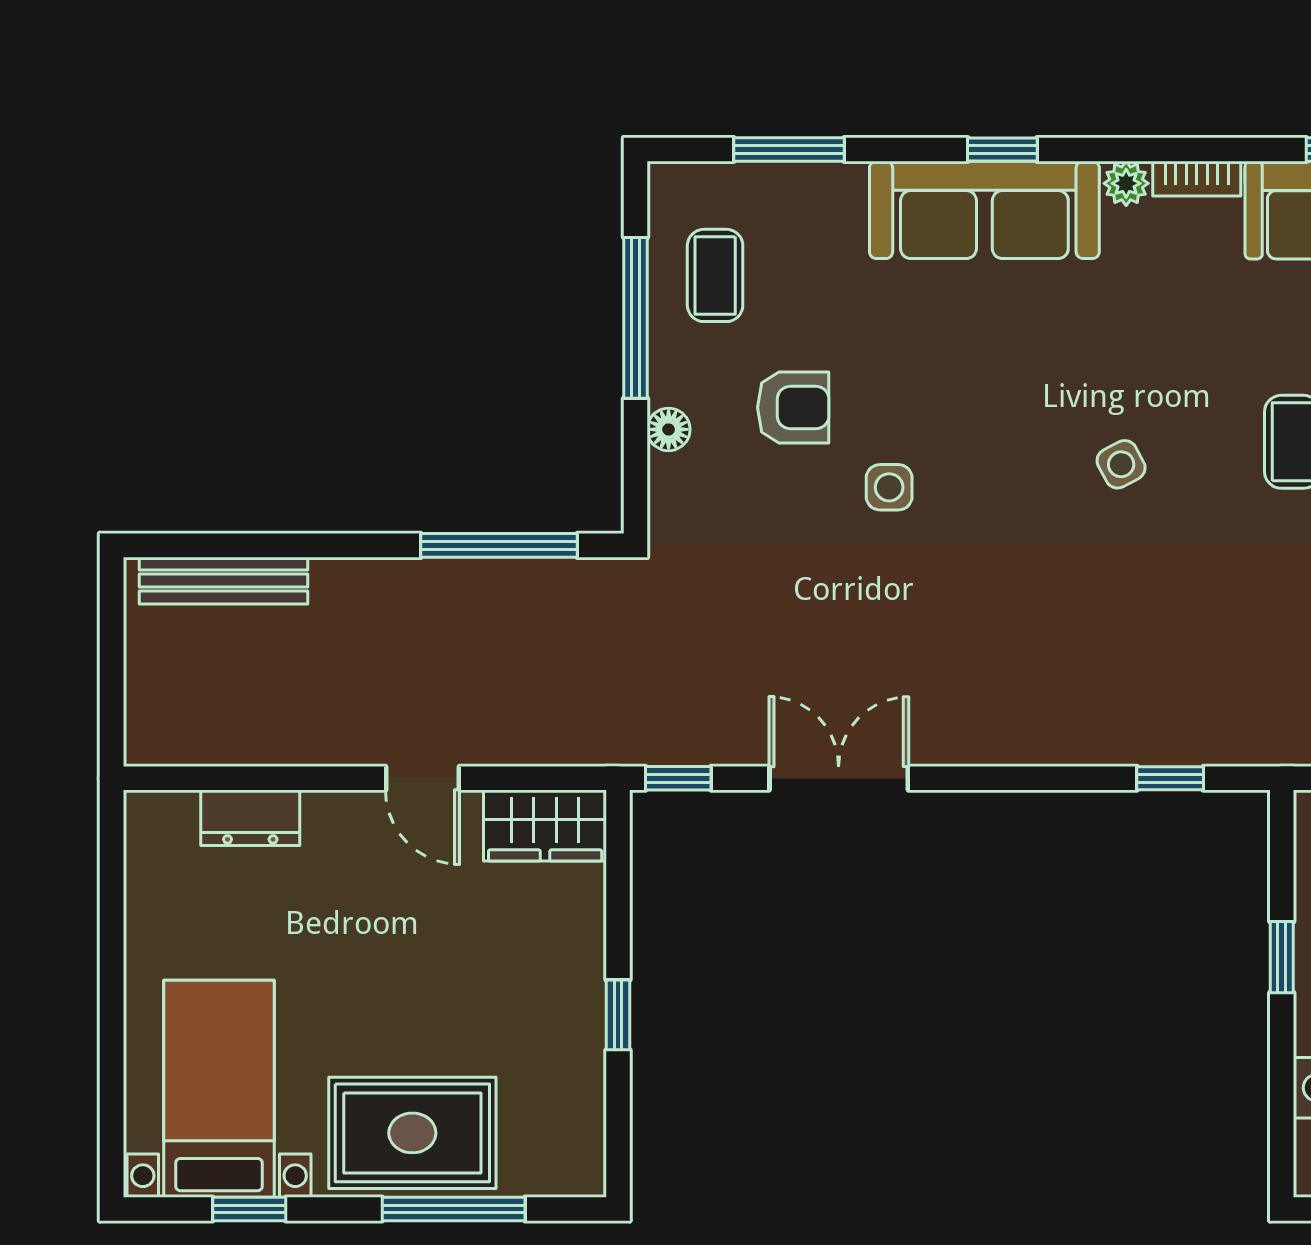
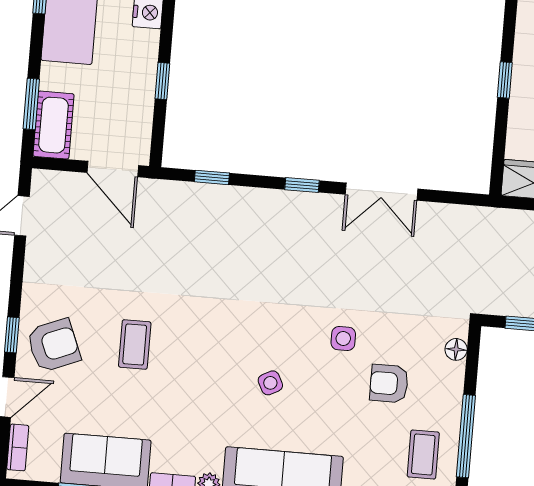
floor lamp: (669, 429) -> (456, 349), moved
side table: (1121, 464) -> (270, 383), moved
window: (678, 778) -> (302, 185), moved

